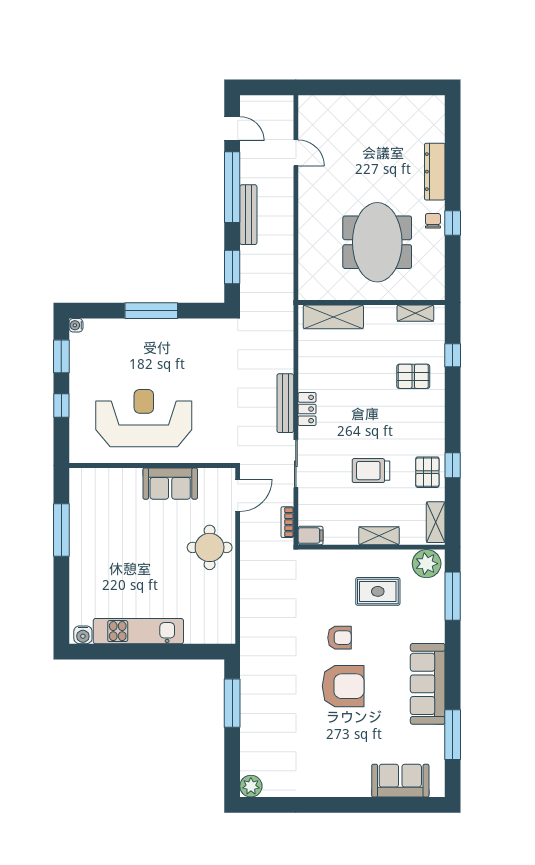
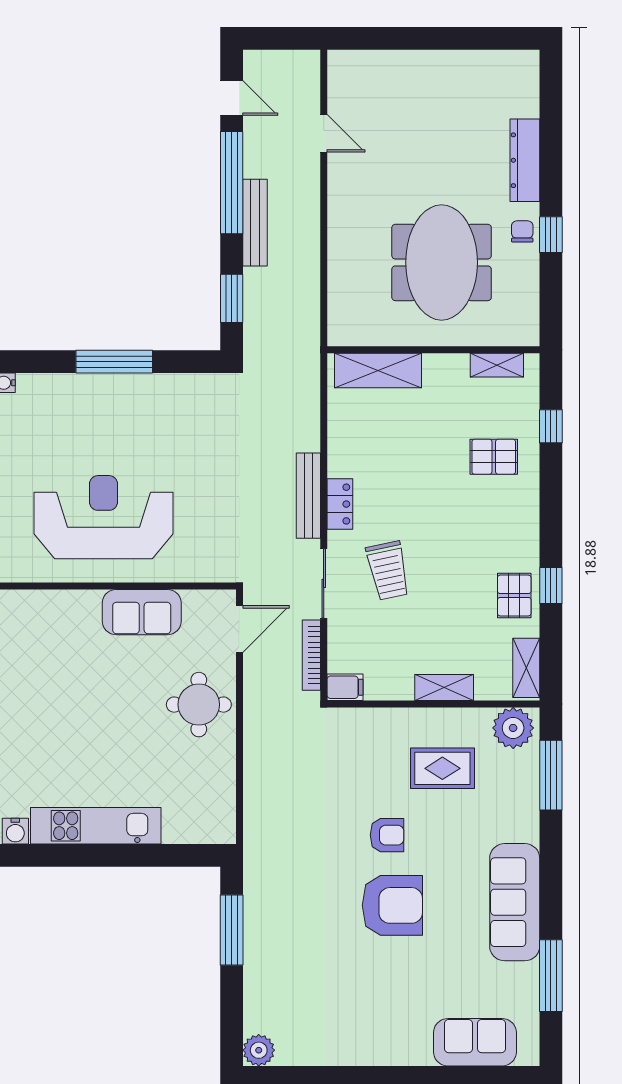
trolley: (371, 471) -> (388, 571), moved, turned -102
bookcase: (287, 522) -> (311, 655), width x1.56

